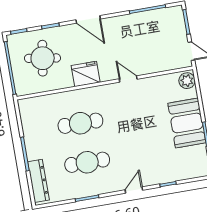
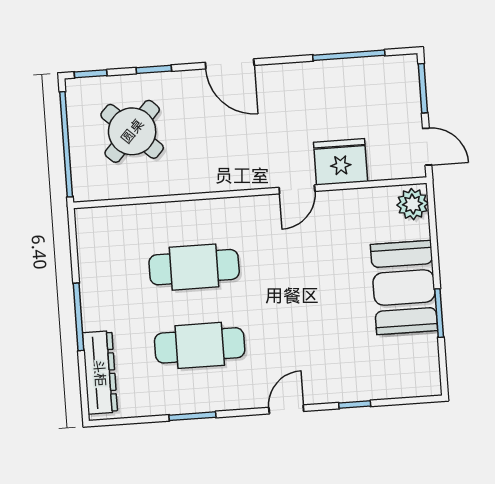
round table: (43, 58) -> (132, 131), turned 34
fridge: (86, 74) -> (341, 162), moved
door: (128, 79) -> (297, 189), swing flipped

